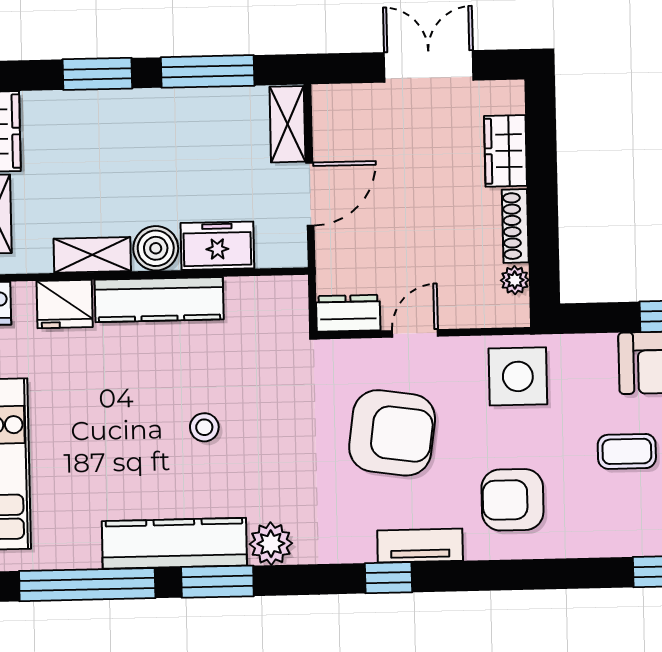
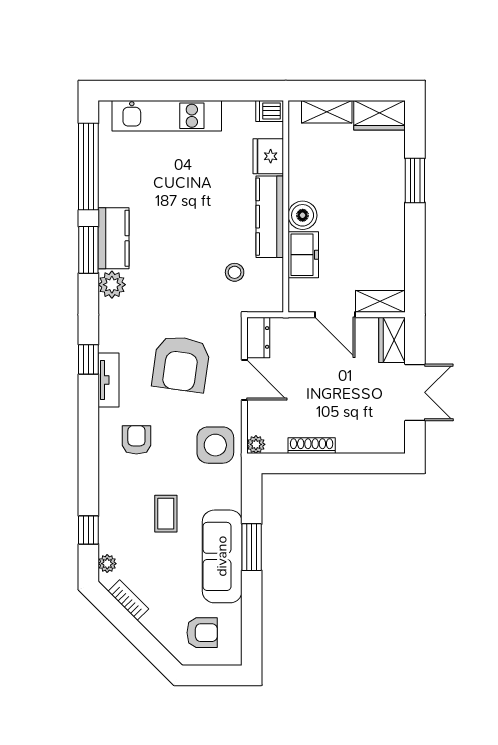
window: (208, 71) -> (415, 251), removed
wardrobe: (506, 151) -> (392, 340), moved, turned -90
shelving: (92, 255) -> (299, 175), removed
plant: (515, 280) -> (256, 444), moved
door: (415, 333) -> (244, 380), width x1.38
stool: (204, 427) -> (235, 272), moved
armchair: (512, 500) -> (136, 440), width x0.72, depth x0.72
kitchen counter: (174, 543) -> (114, 238), width x0.67

